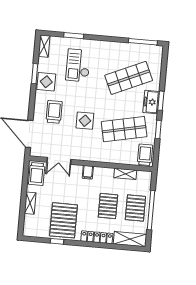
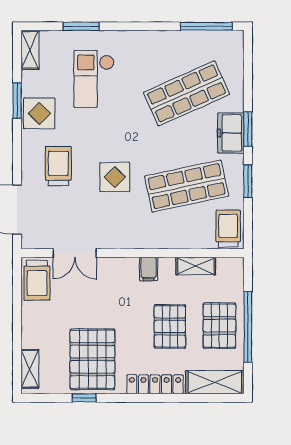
filing cabinet: (88, 172) -> (149, 269), moved
shelving: (30, 203) -> (30, 369), moved

